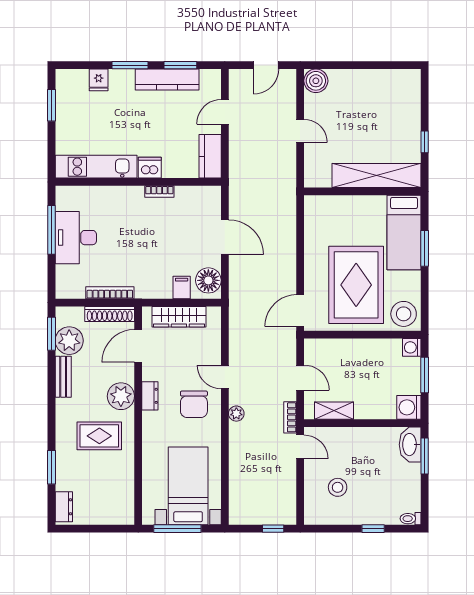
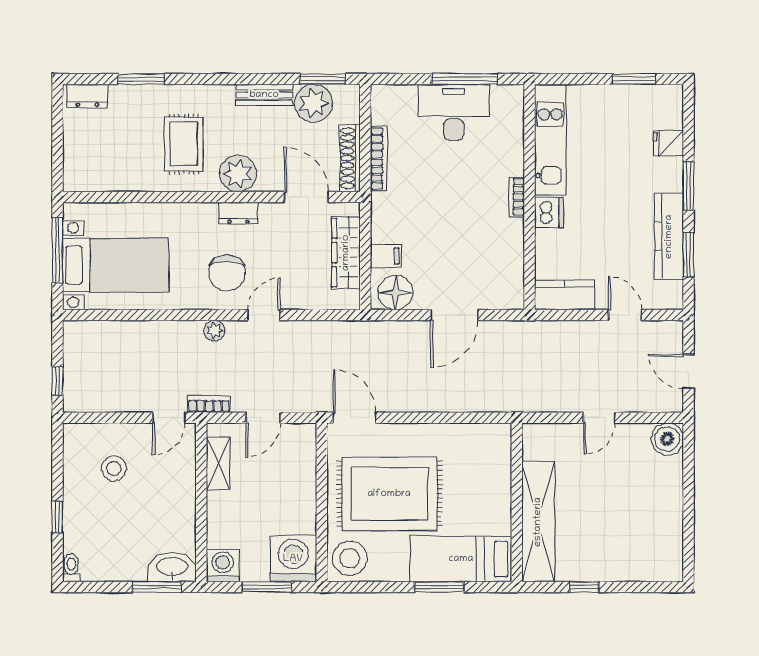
bookcase: (159, 192) -> (517, 197), moved
washing machine: (412, 347) -> (293, 559), width x1.89, depth x1.89
chair: (194, 404) -> (227, 273), turned -90

